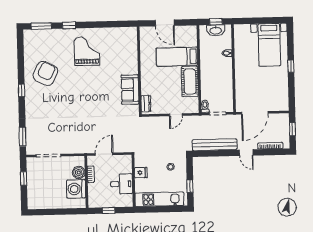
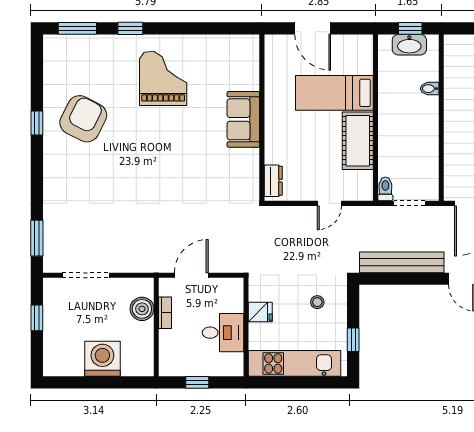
window: (21, 90) -> (37, 123), moved
sofa: (130, 90) -> (243, 119), moved
washing machine: (76, 189) -> (102, 359), moved, turned 90

